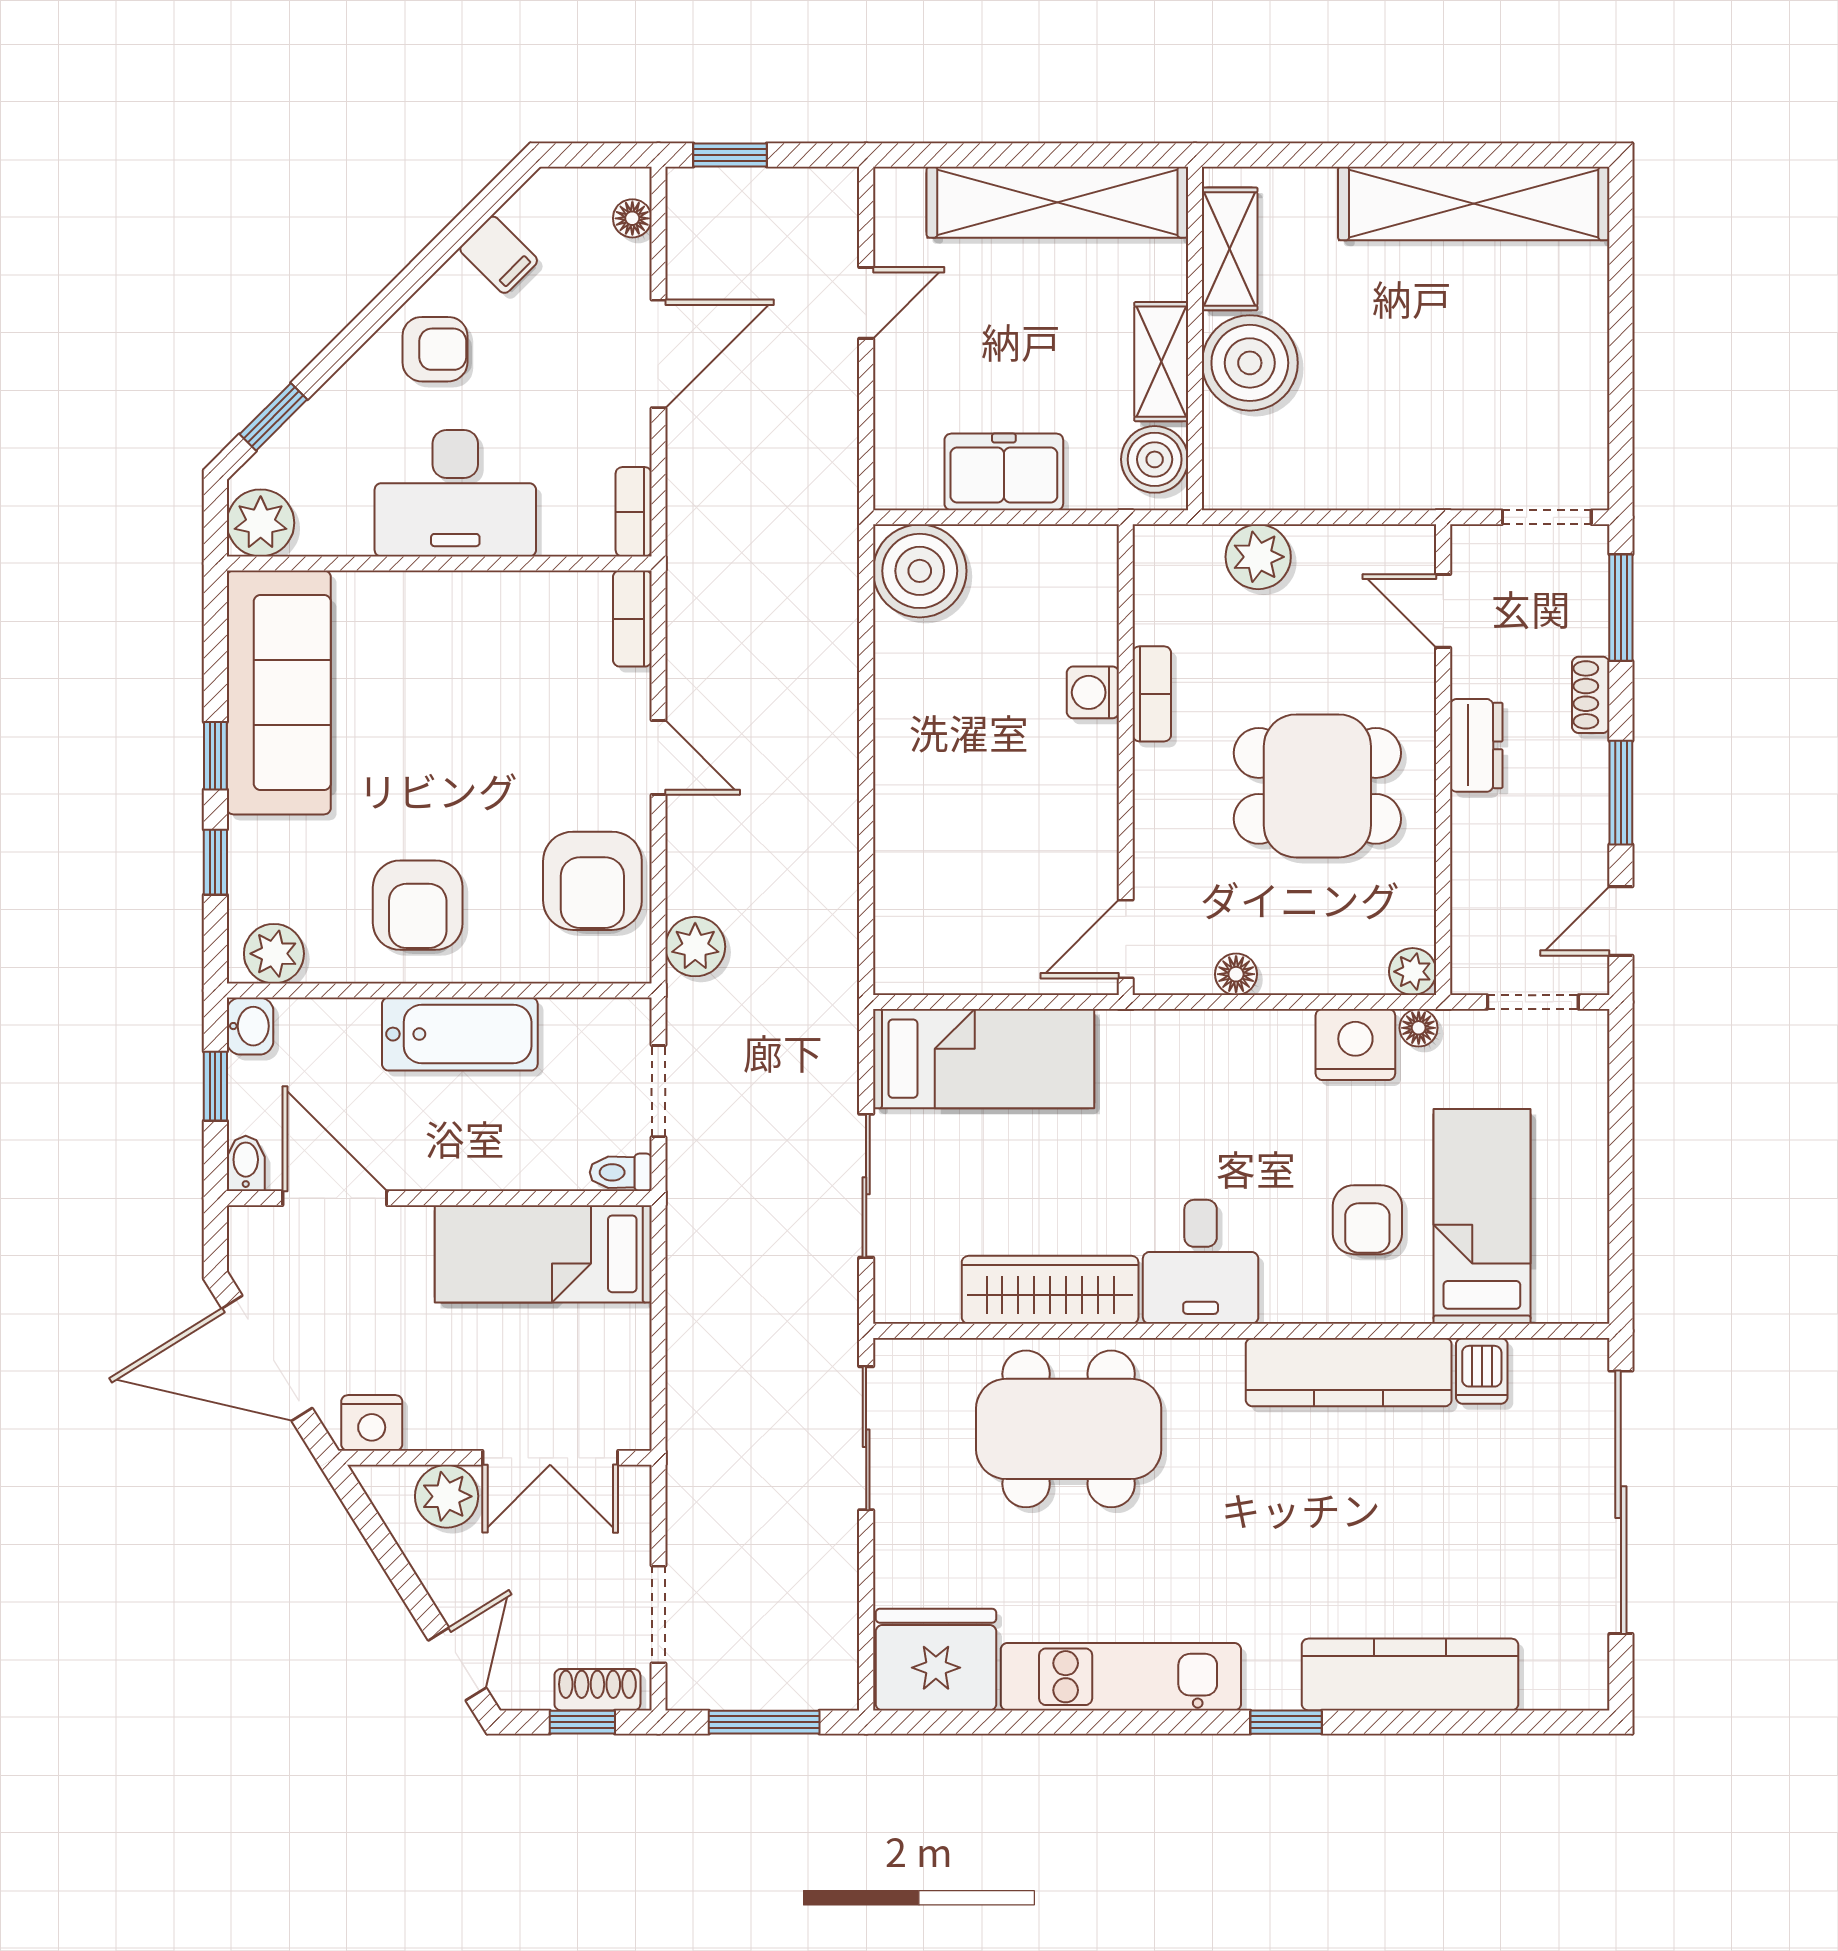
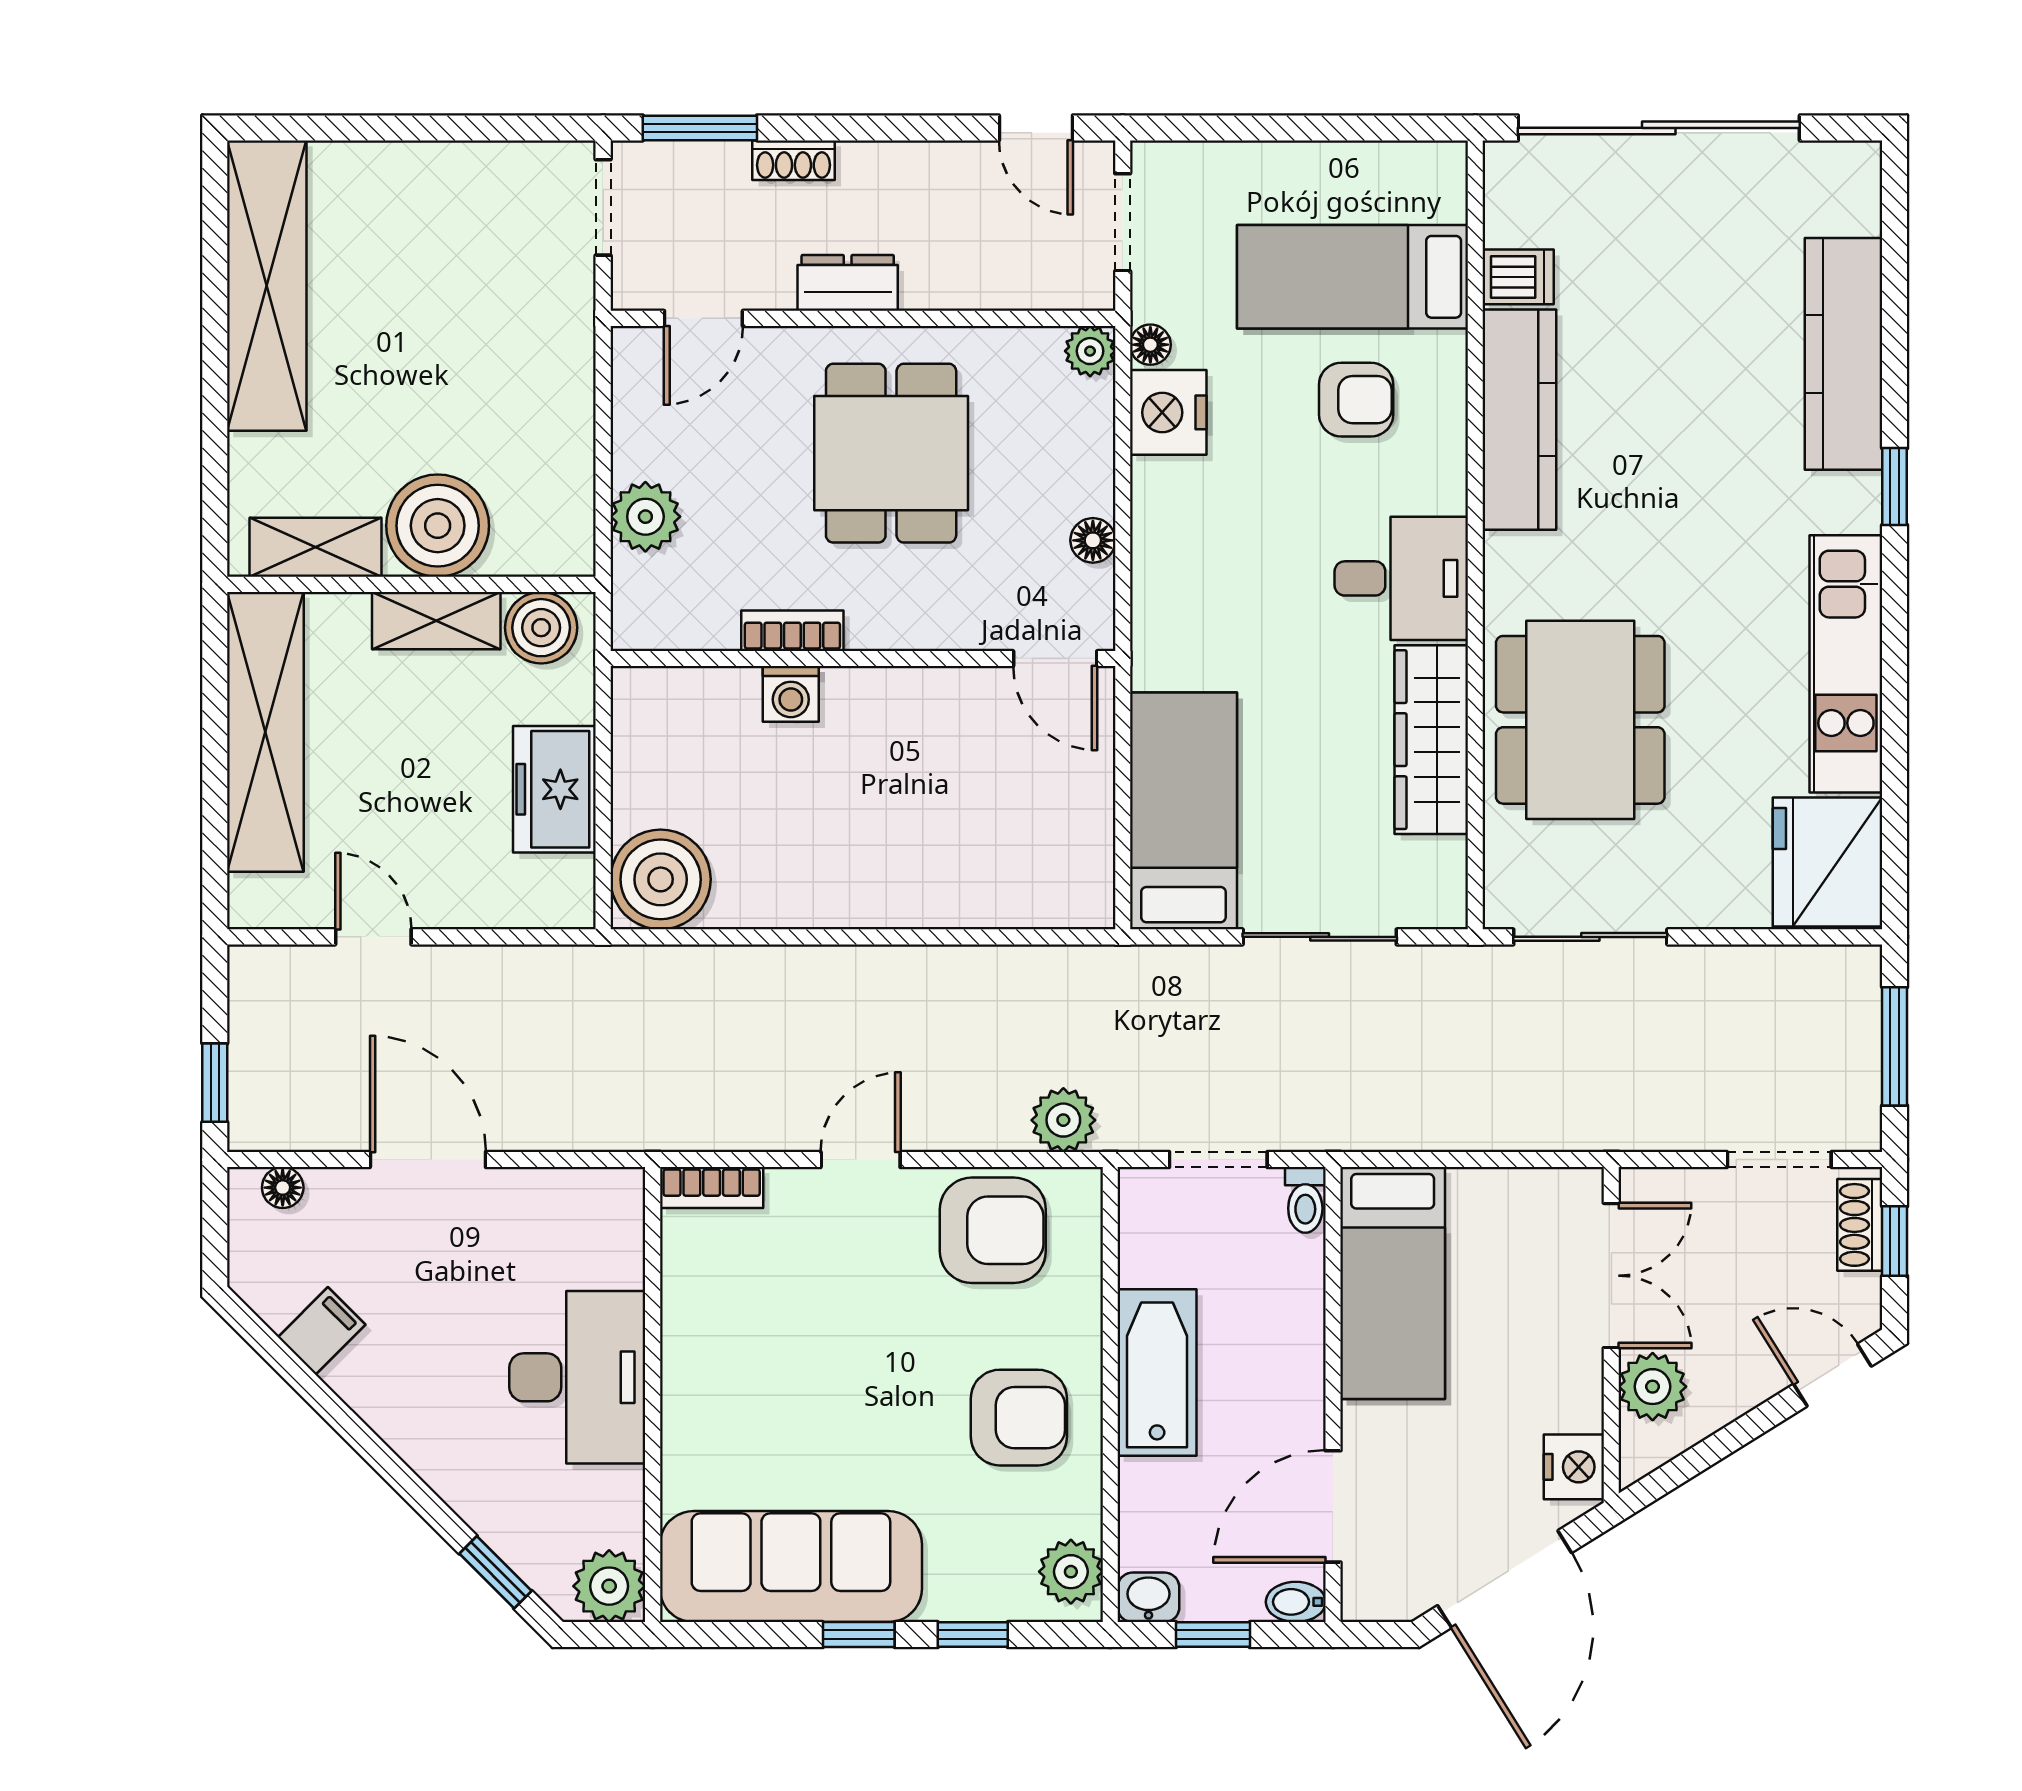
armchair: (435, 349) -> (423, 1399), removed
bookcase: (634, 512) -> (597, 1186), removed
window: (1621, 793) -> (898, 128), removed

